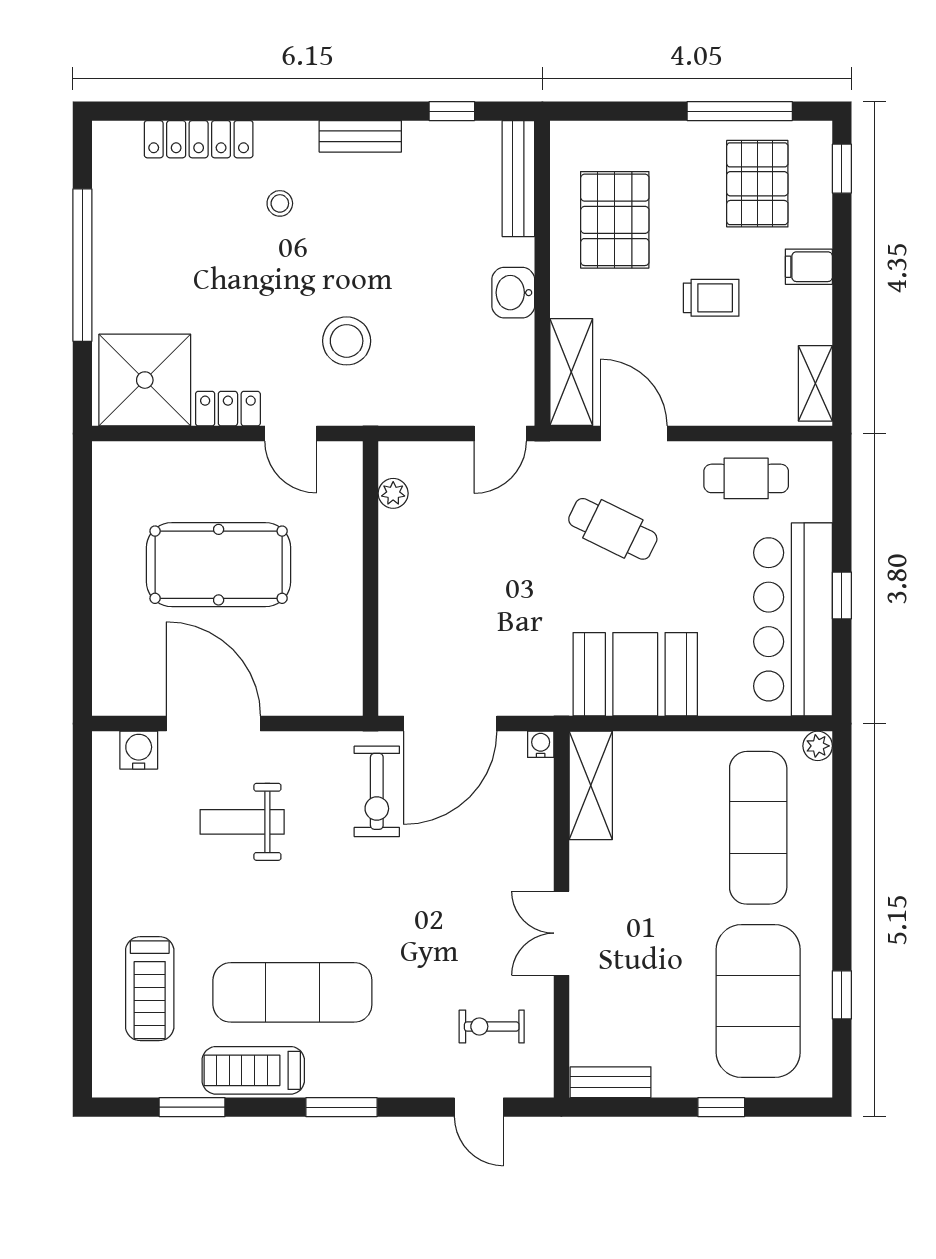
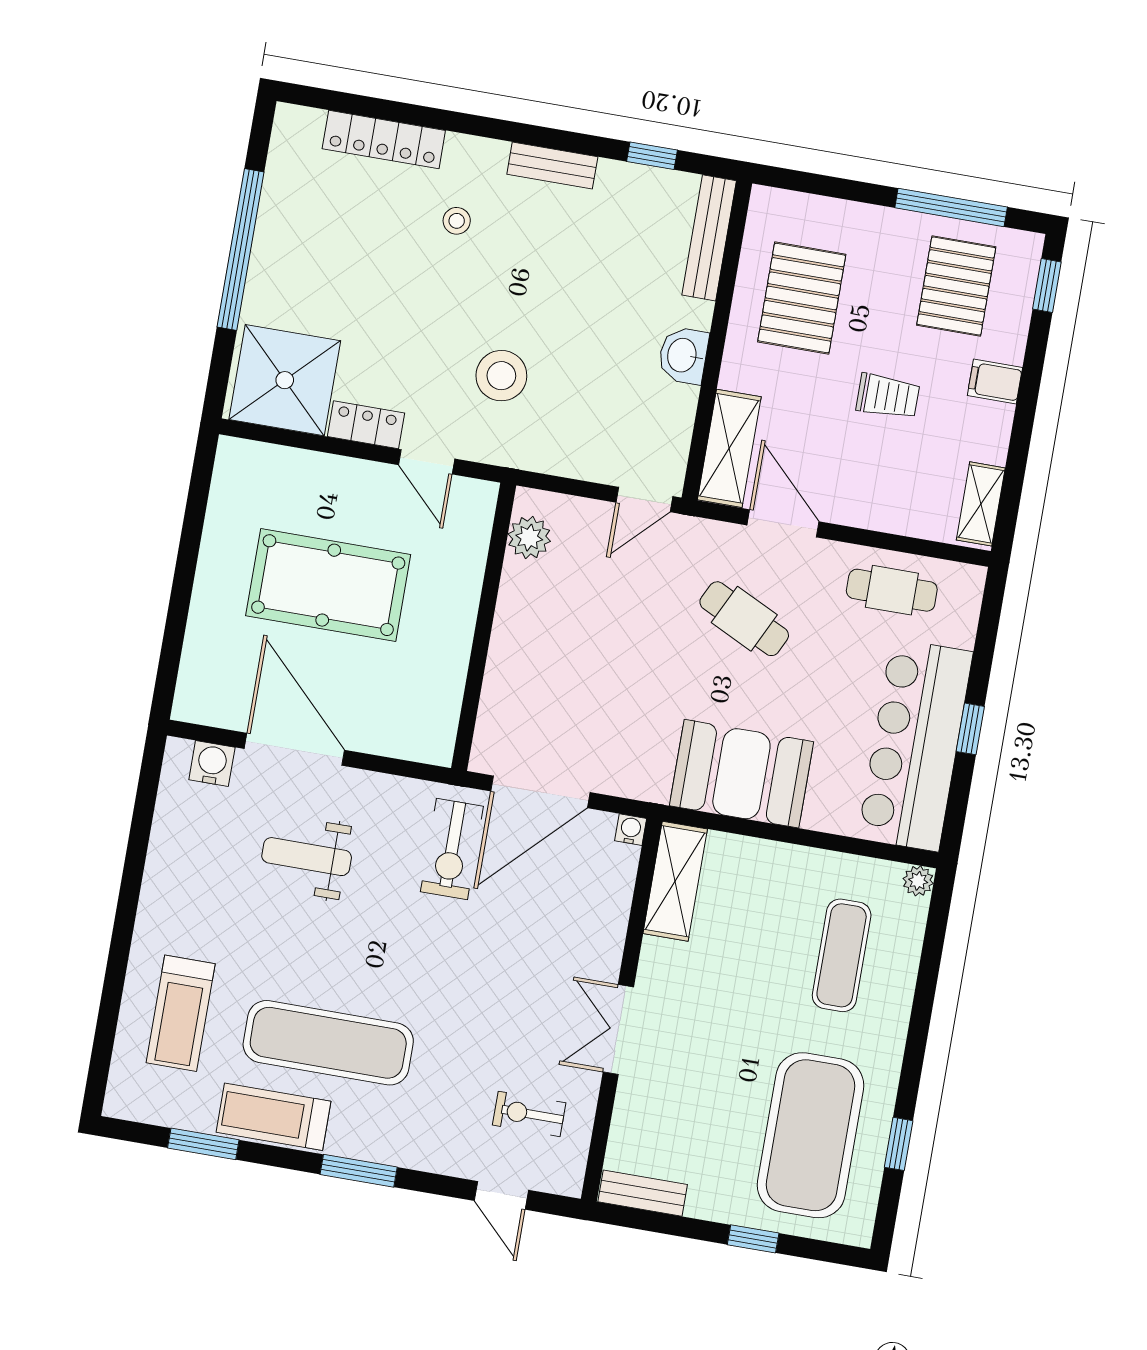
plant: (393, 493) -> (529, 538), width x1.38, depth x1.38
exercise mat: (758, 828) -> (842, 955), width x0.73, depth x0.69

